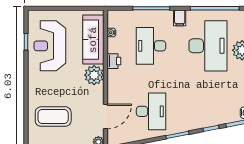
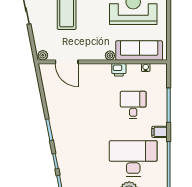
desk: (151, 46) -> (133, 105), width x0.73
desk: (208, 46) -> (133, 158), turned 180
plant: (94, 75) -> (110, 56), width x0.53, depth x0.53
desk: (151, 111) -> (71, 105), removed

